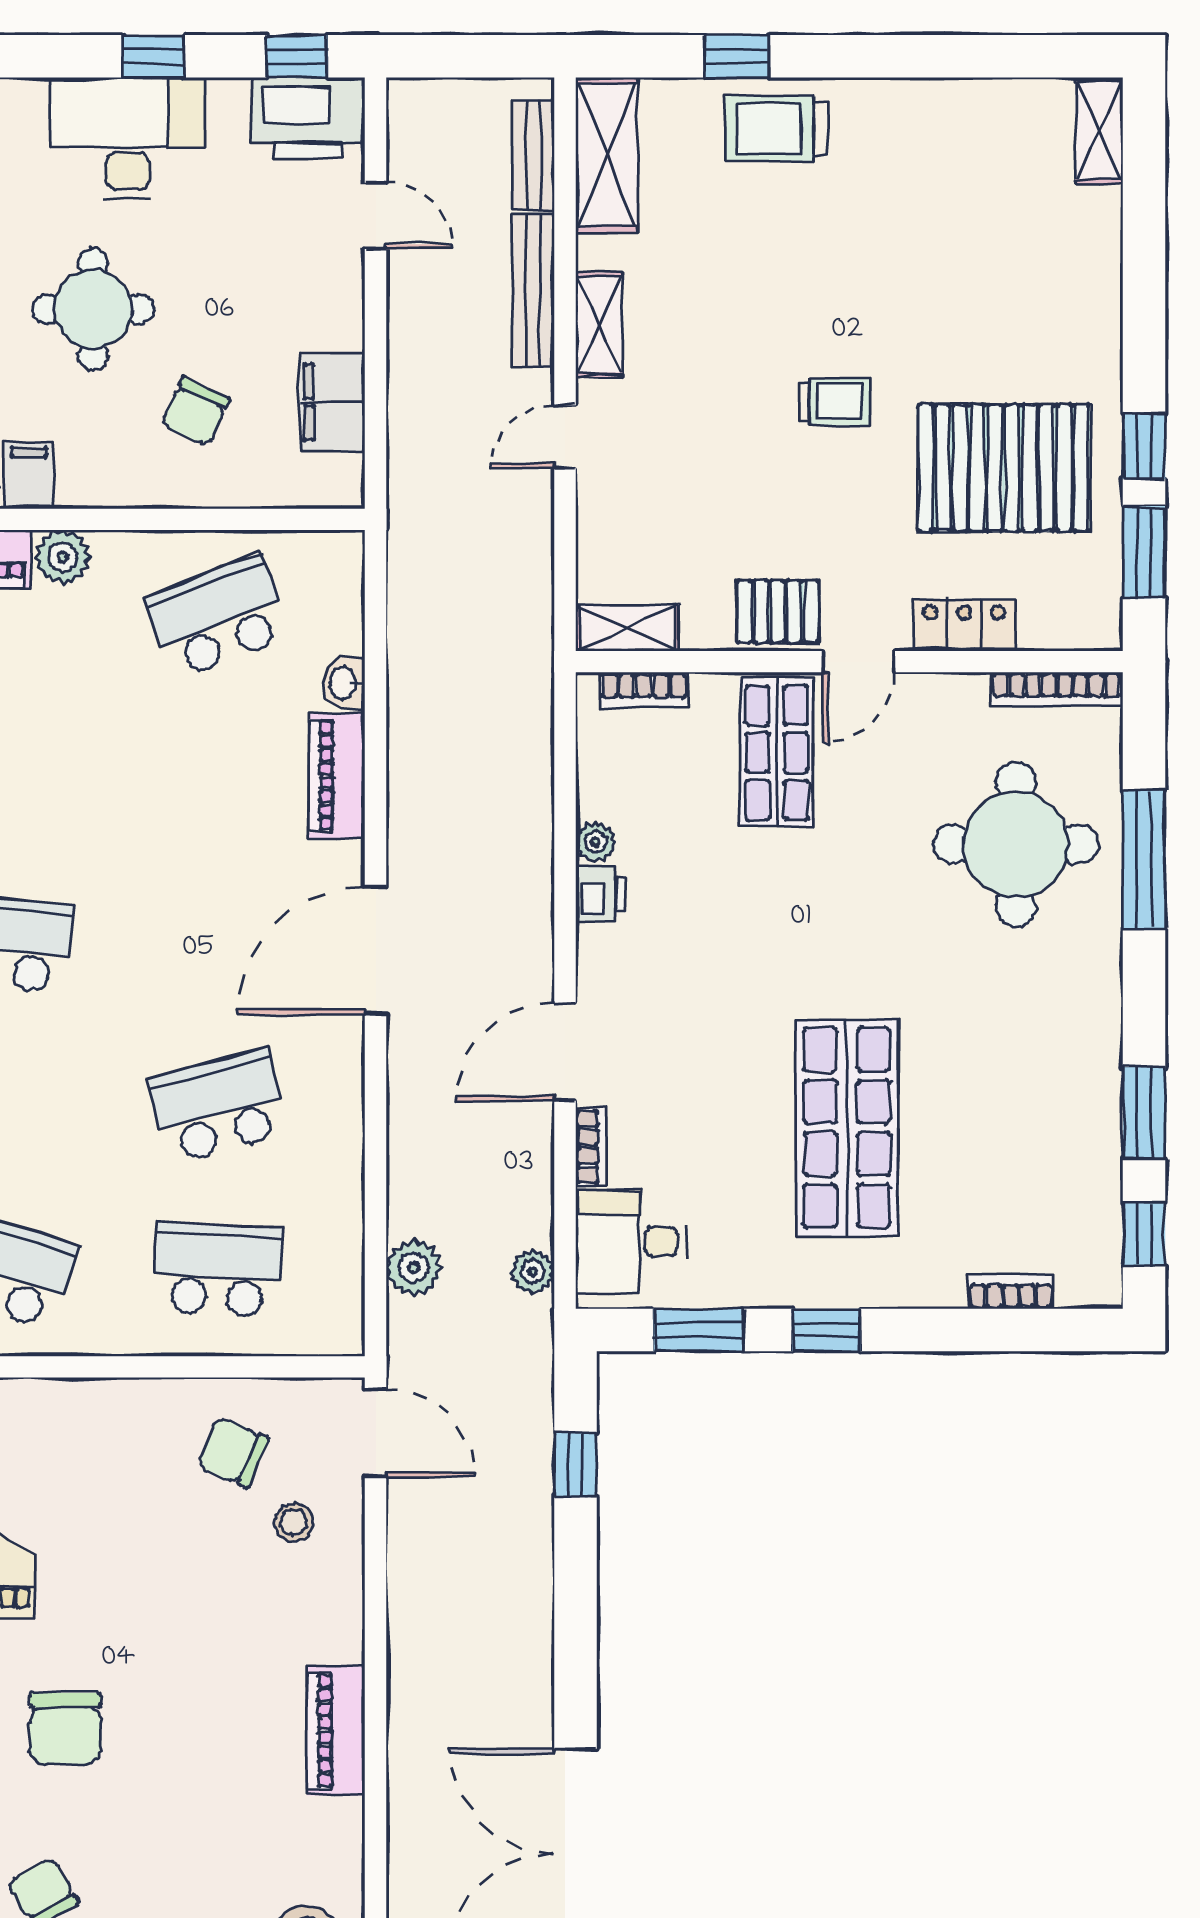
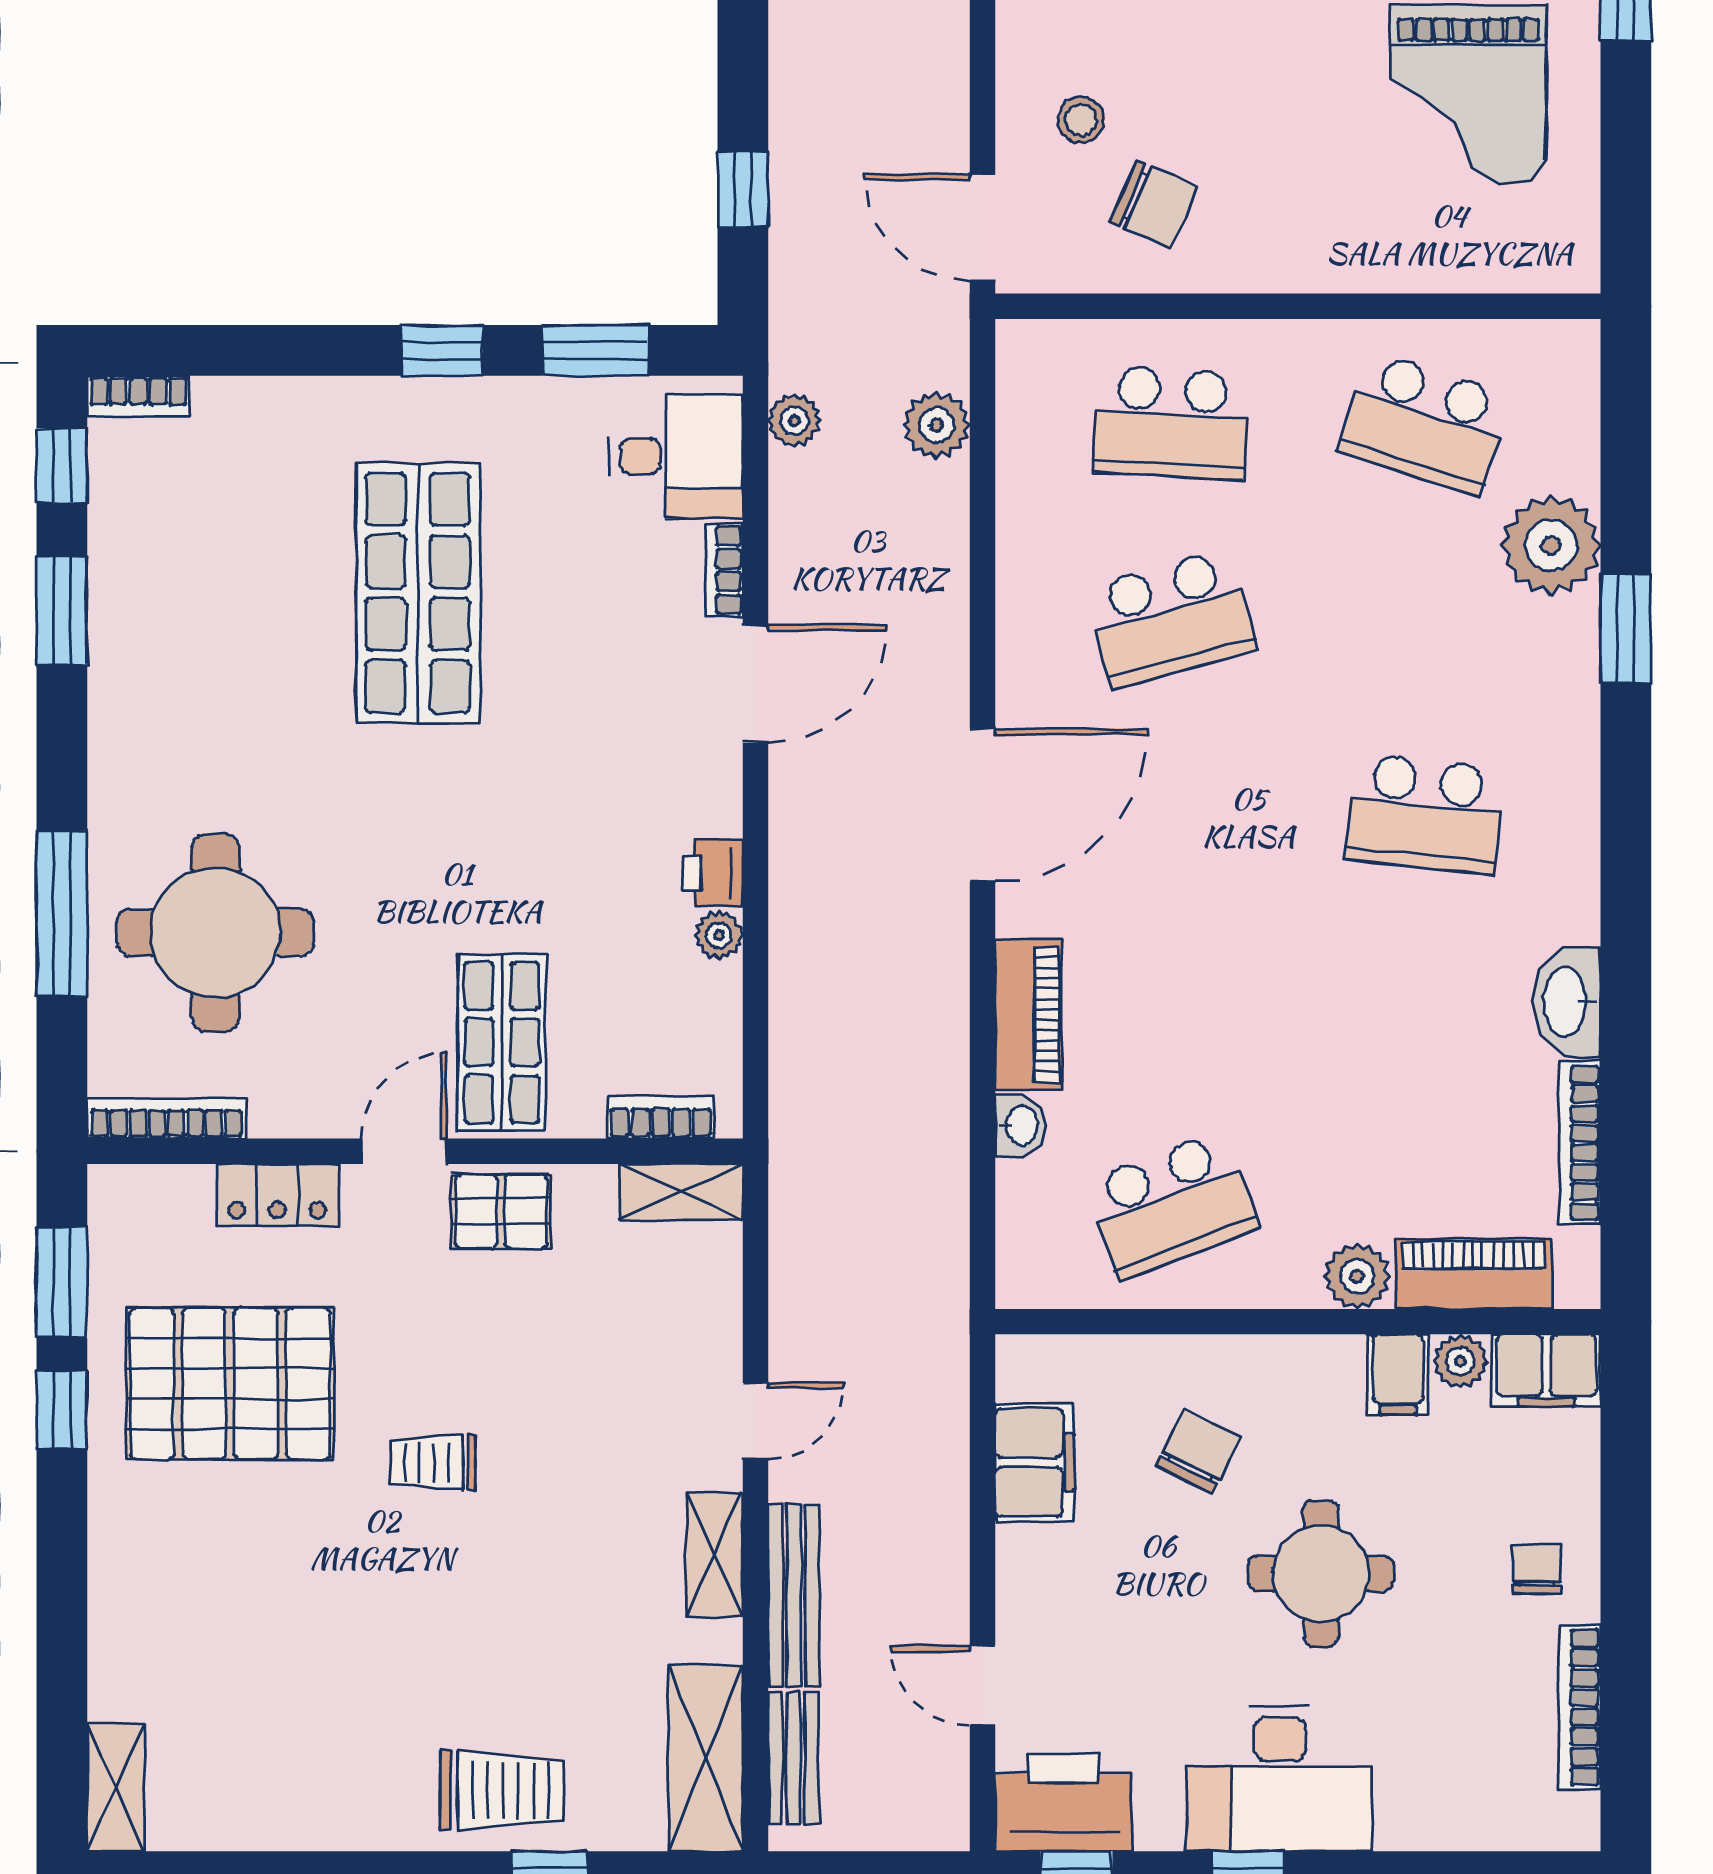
bookcase: (1011, 1292) -> (138, 396), moved

